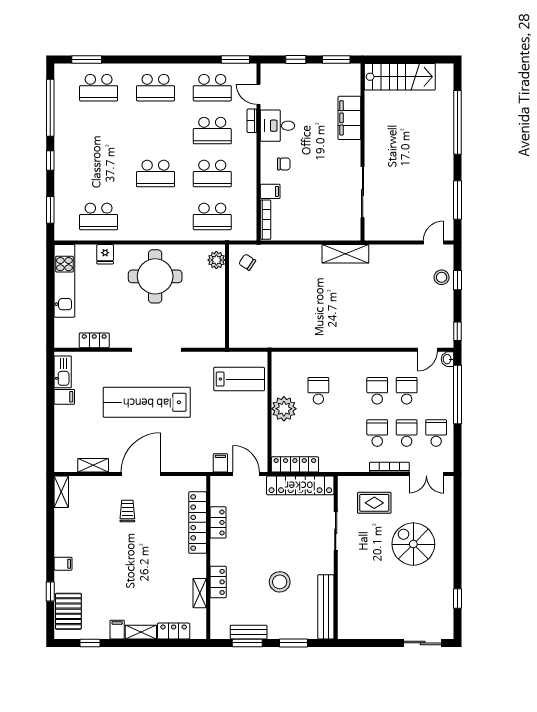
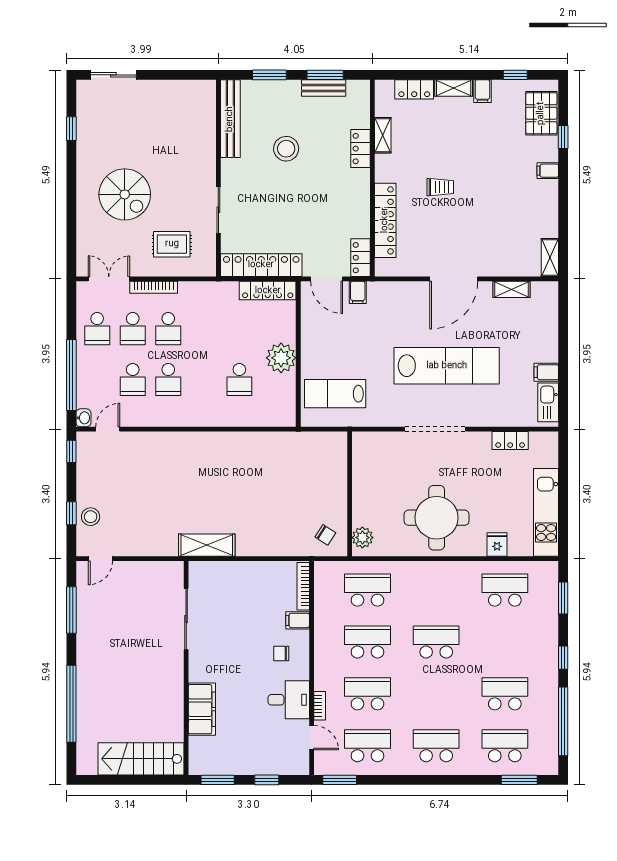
school desk: (99, 131) -> (505, 694), added
trolley: (127, 511) -> (440, 187), moved, turned -90
locker: (218, 522) -> (361, 258), moved

